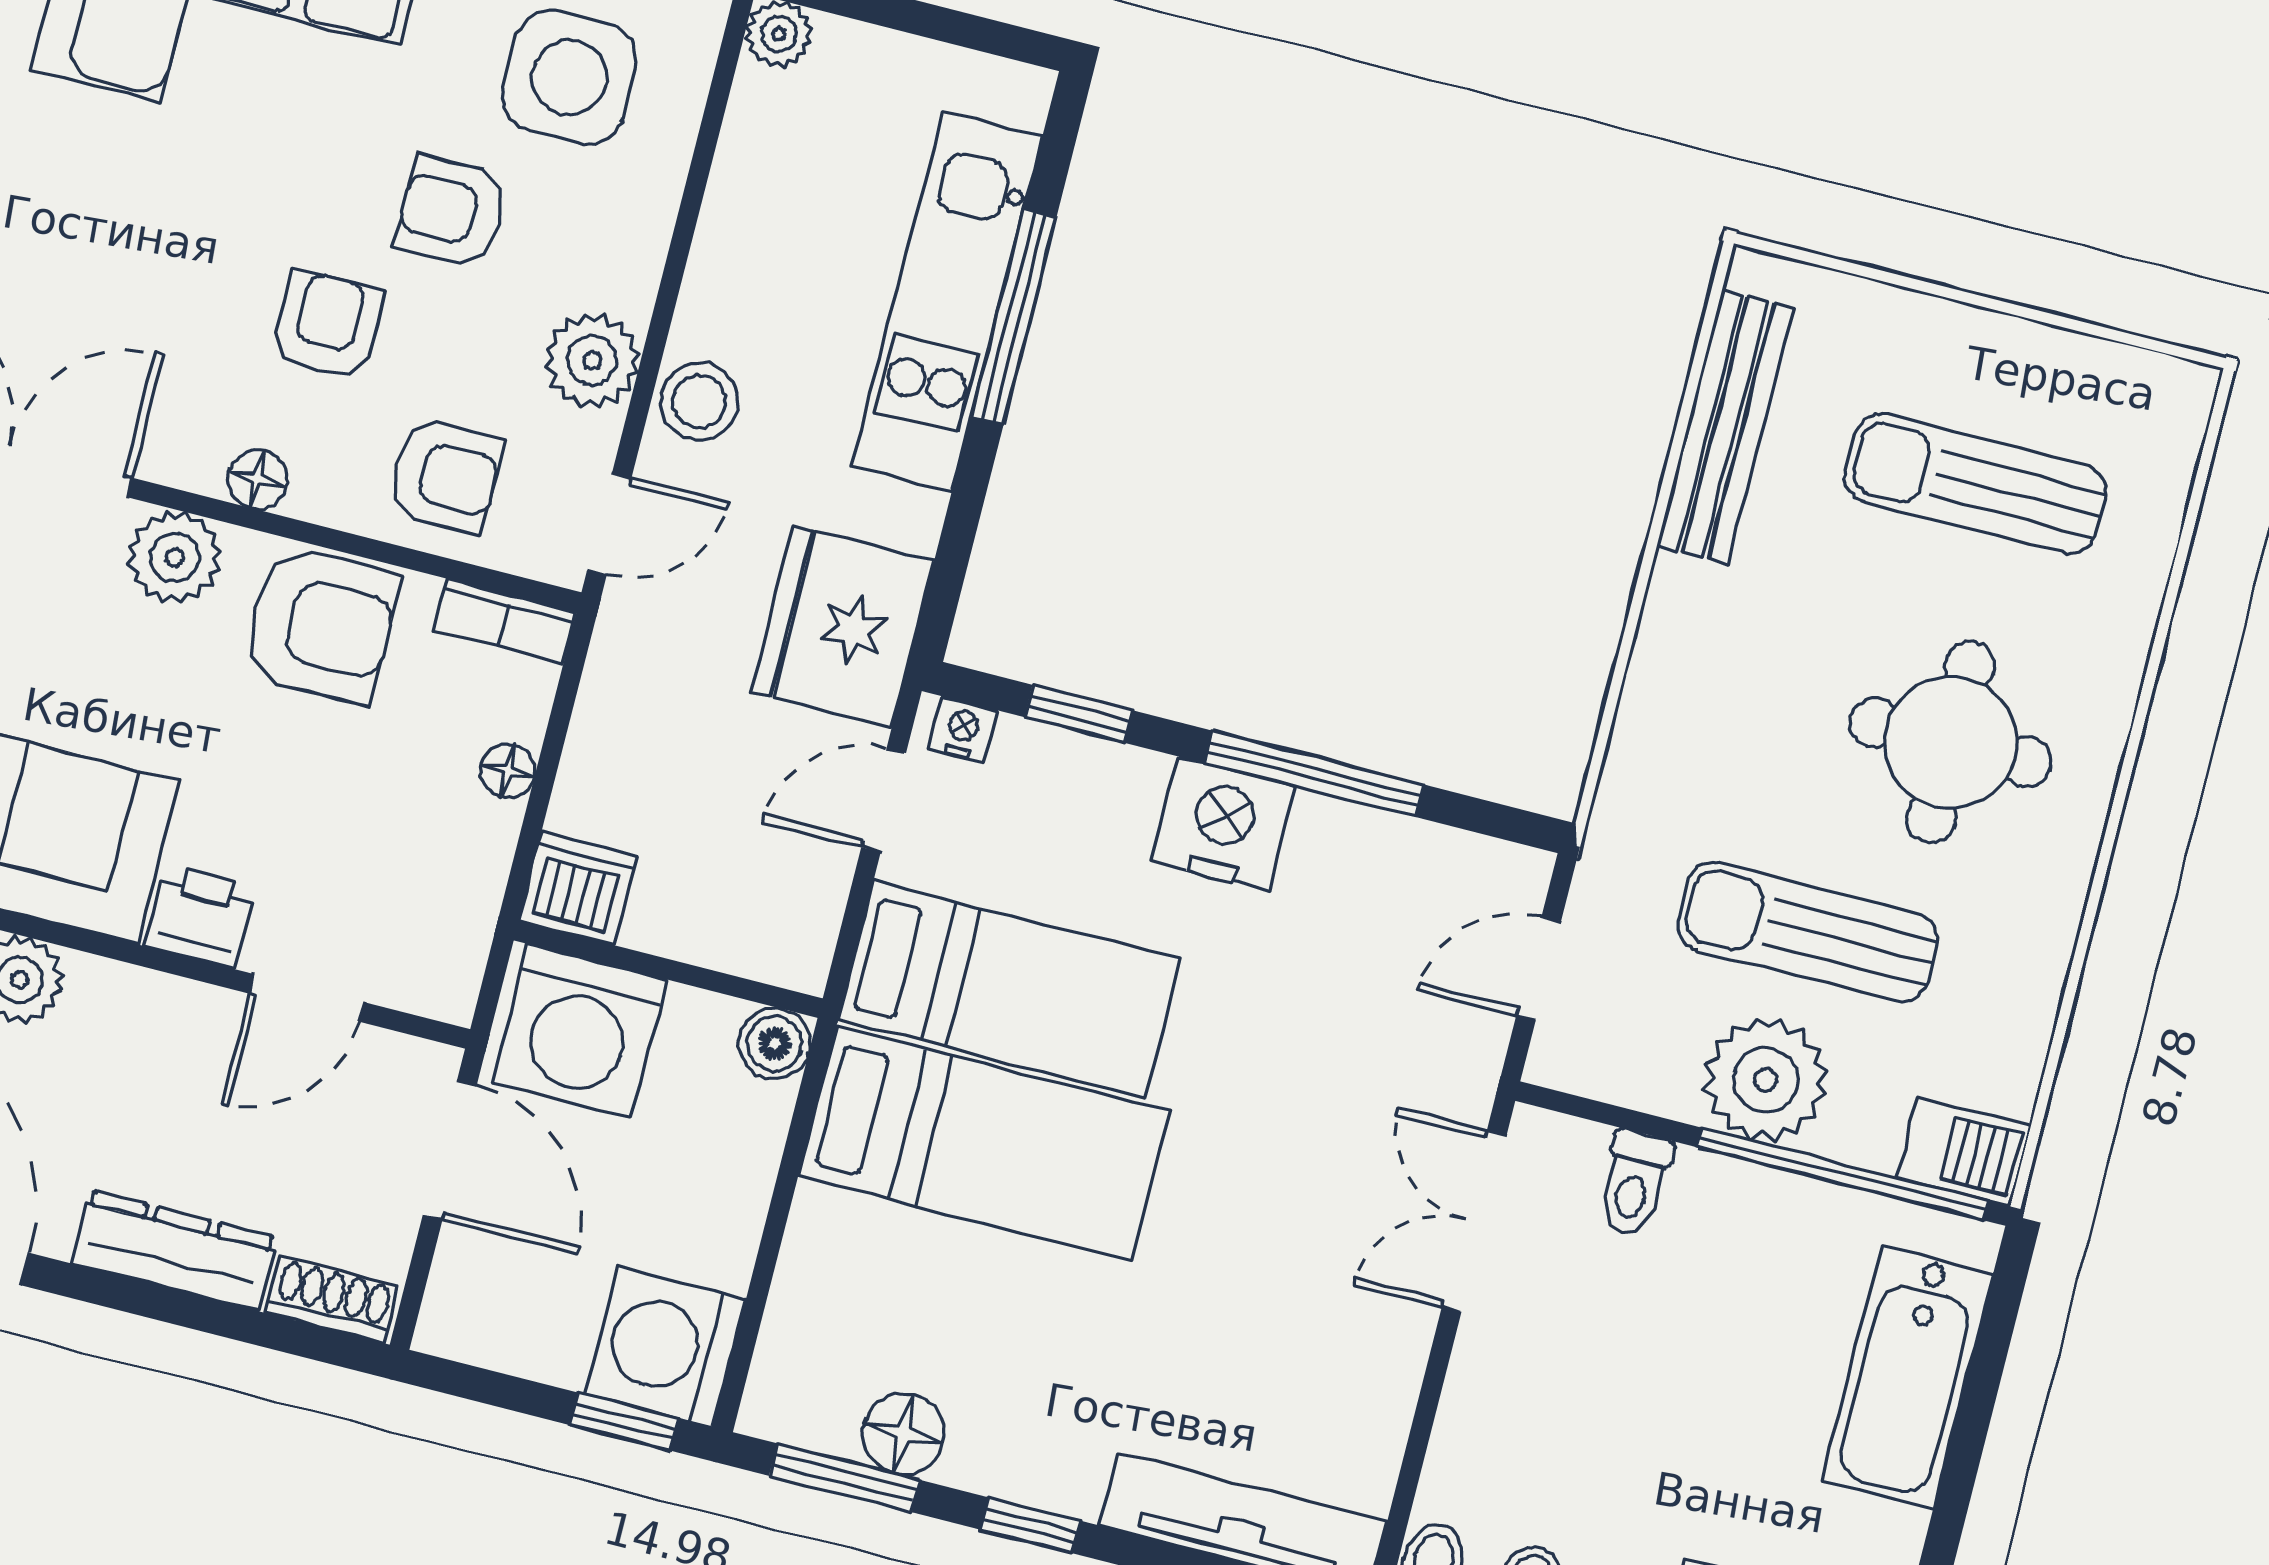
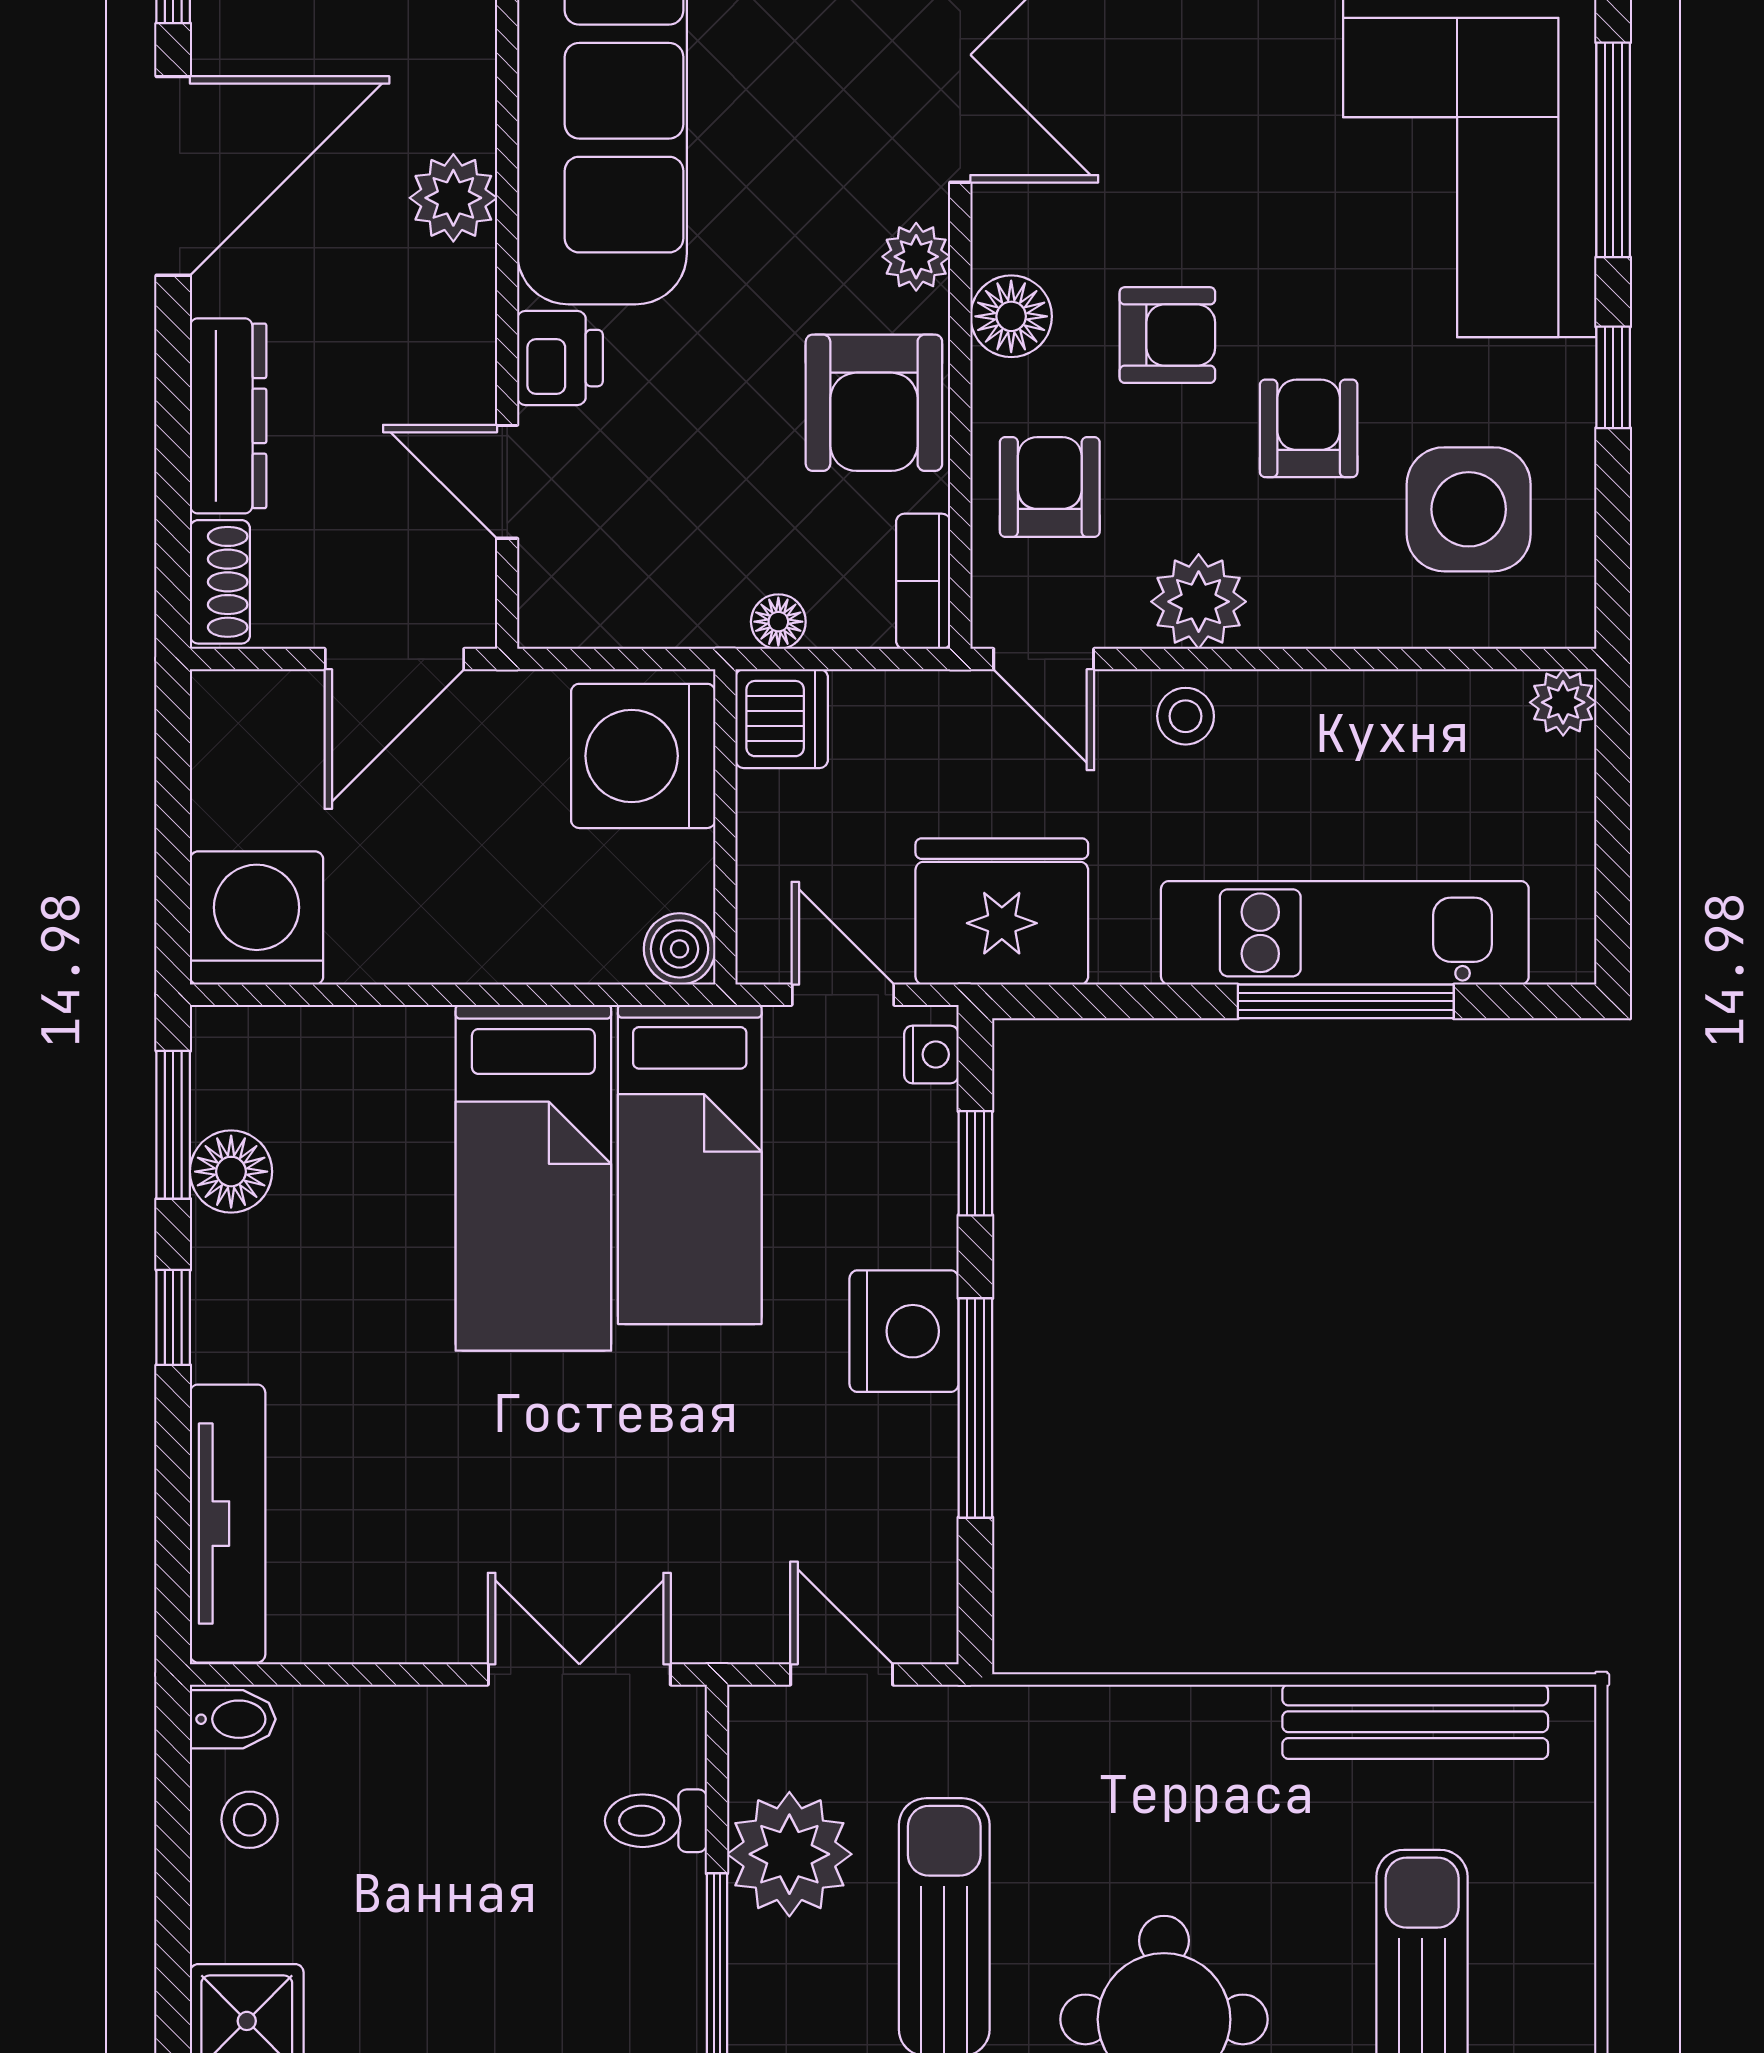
stool: (699, 401) -> (1186, 716), width x0.73, depth x0.73
armchair: (445, 476) -> (1050, 487), turned 180
floor lamp: (258, 479) -> (1011, 316), width x1.37, depth x1.37
plant: (175, 557) -> (916, 257), width x0.73, depth x0.73
dishwasher: (578, 888) -> (782, 719), moved
wall: (668, 969) -> (725, 827), moved
washing machine: (580, 1031) -> (643, 756), moved
boiler: (775, 1044) -> (680, 949), moved
plant: (1766, 1080) -> (789, 1854), moved
window: (624, 1422) -> (173, 896), removed

